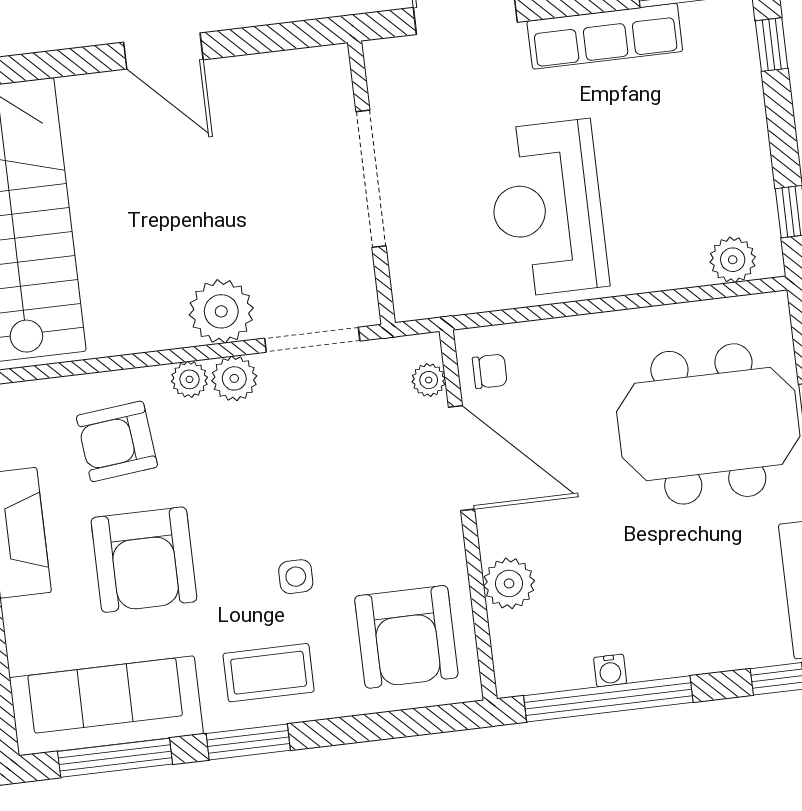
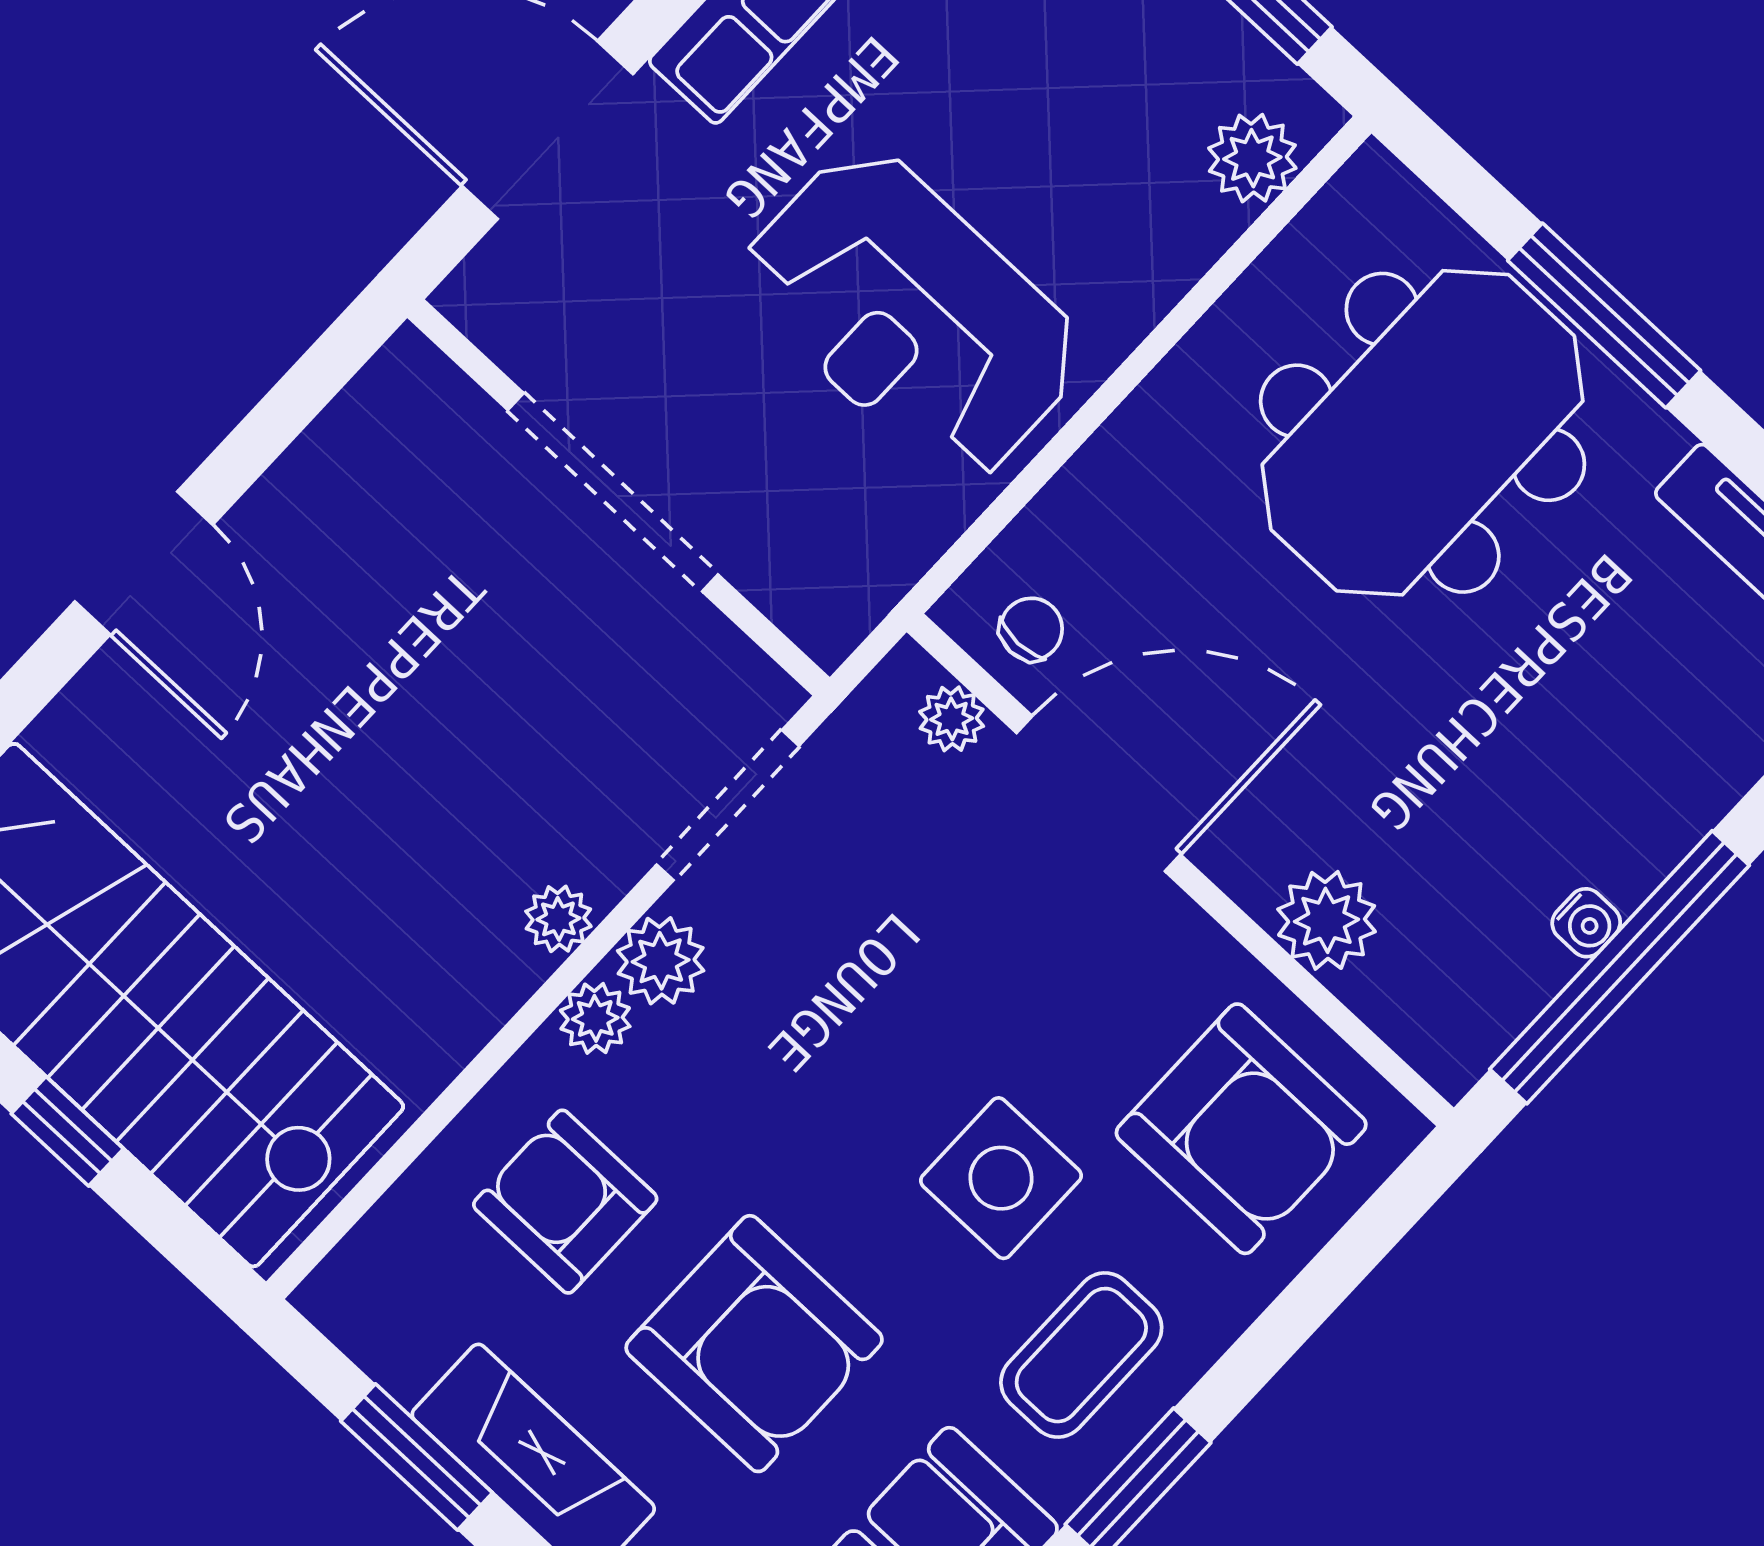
door: (163, 51) -> (144, 563), hinge flipped
plant: (221, 311) -> (558, 919), width x0.53, depth x0.53
armchair: (117, 441) -> (565, 1202), turned 96
side table: (296, 577) -> (1001, 1178), width x1.87, depth x1.87

